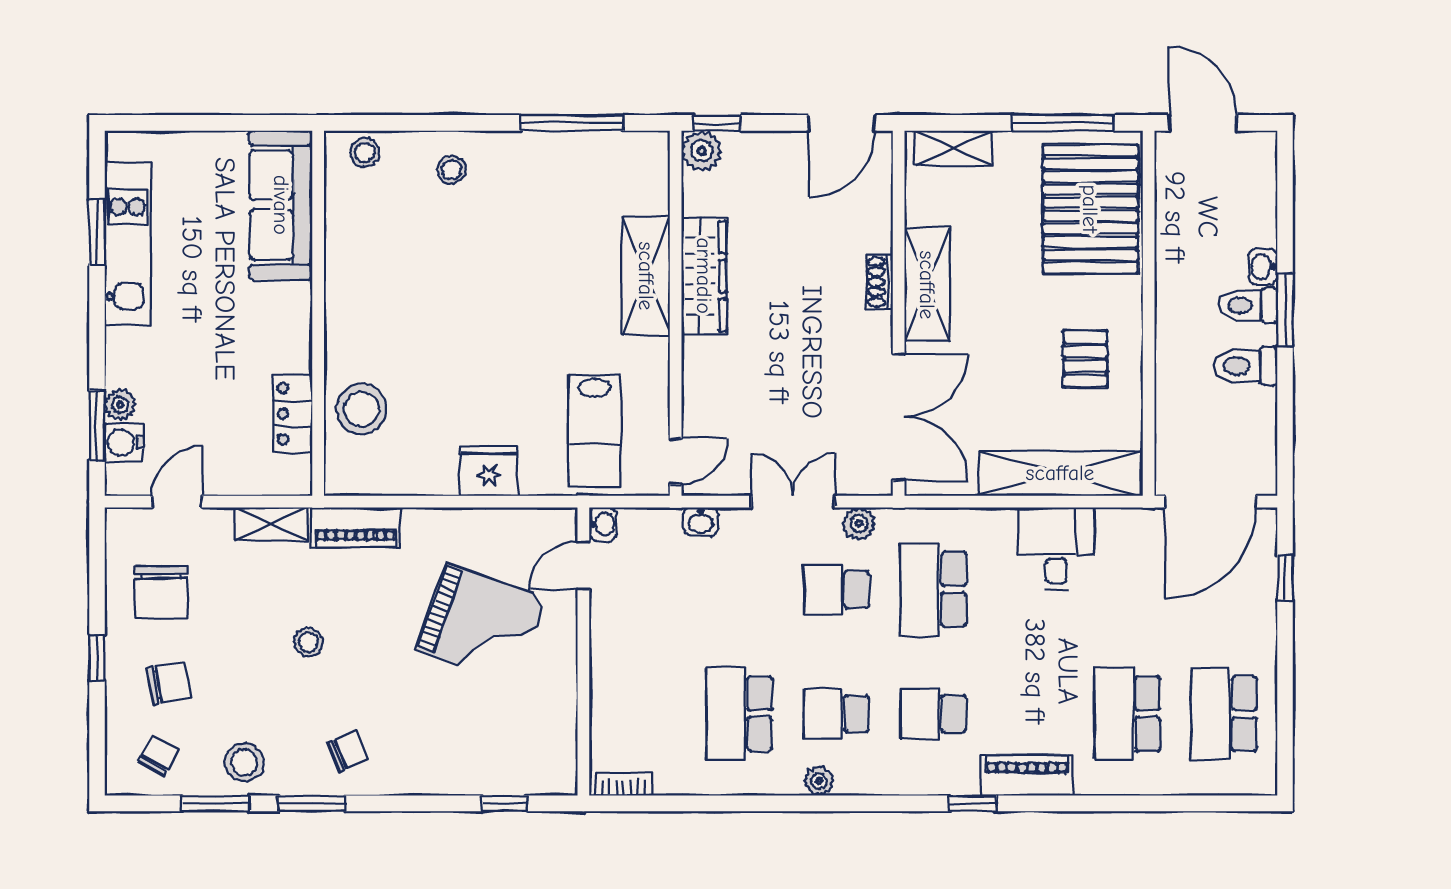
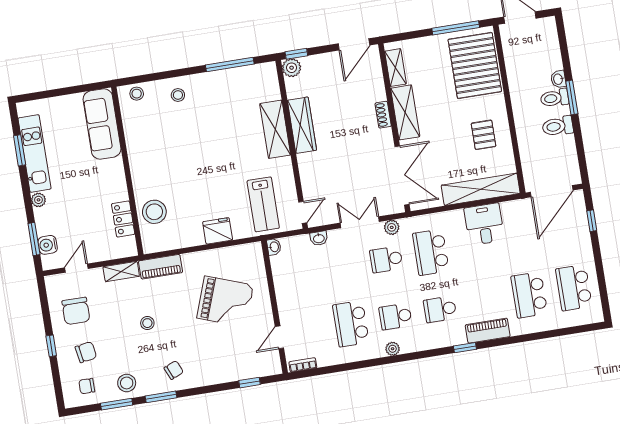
shelving: (954, 148) -> (395, 68), moved, turned 90
plant: (120, 405) -> (38, 200), moved
door: (583, 565) -> (279, 337), moved
chair: (159, 755) -> (87, 386), turned -119

